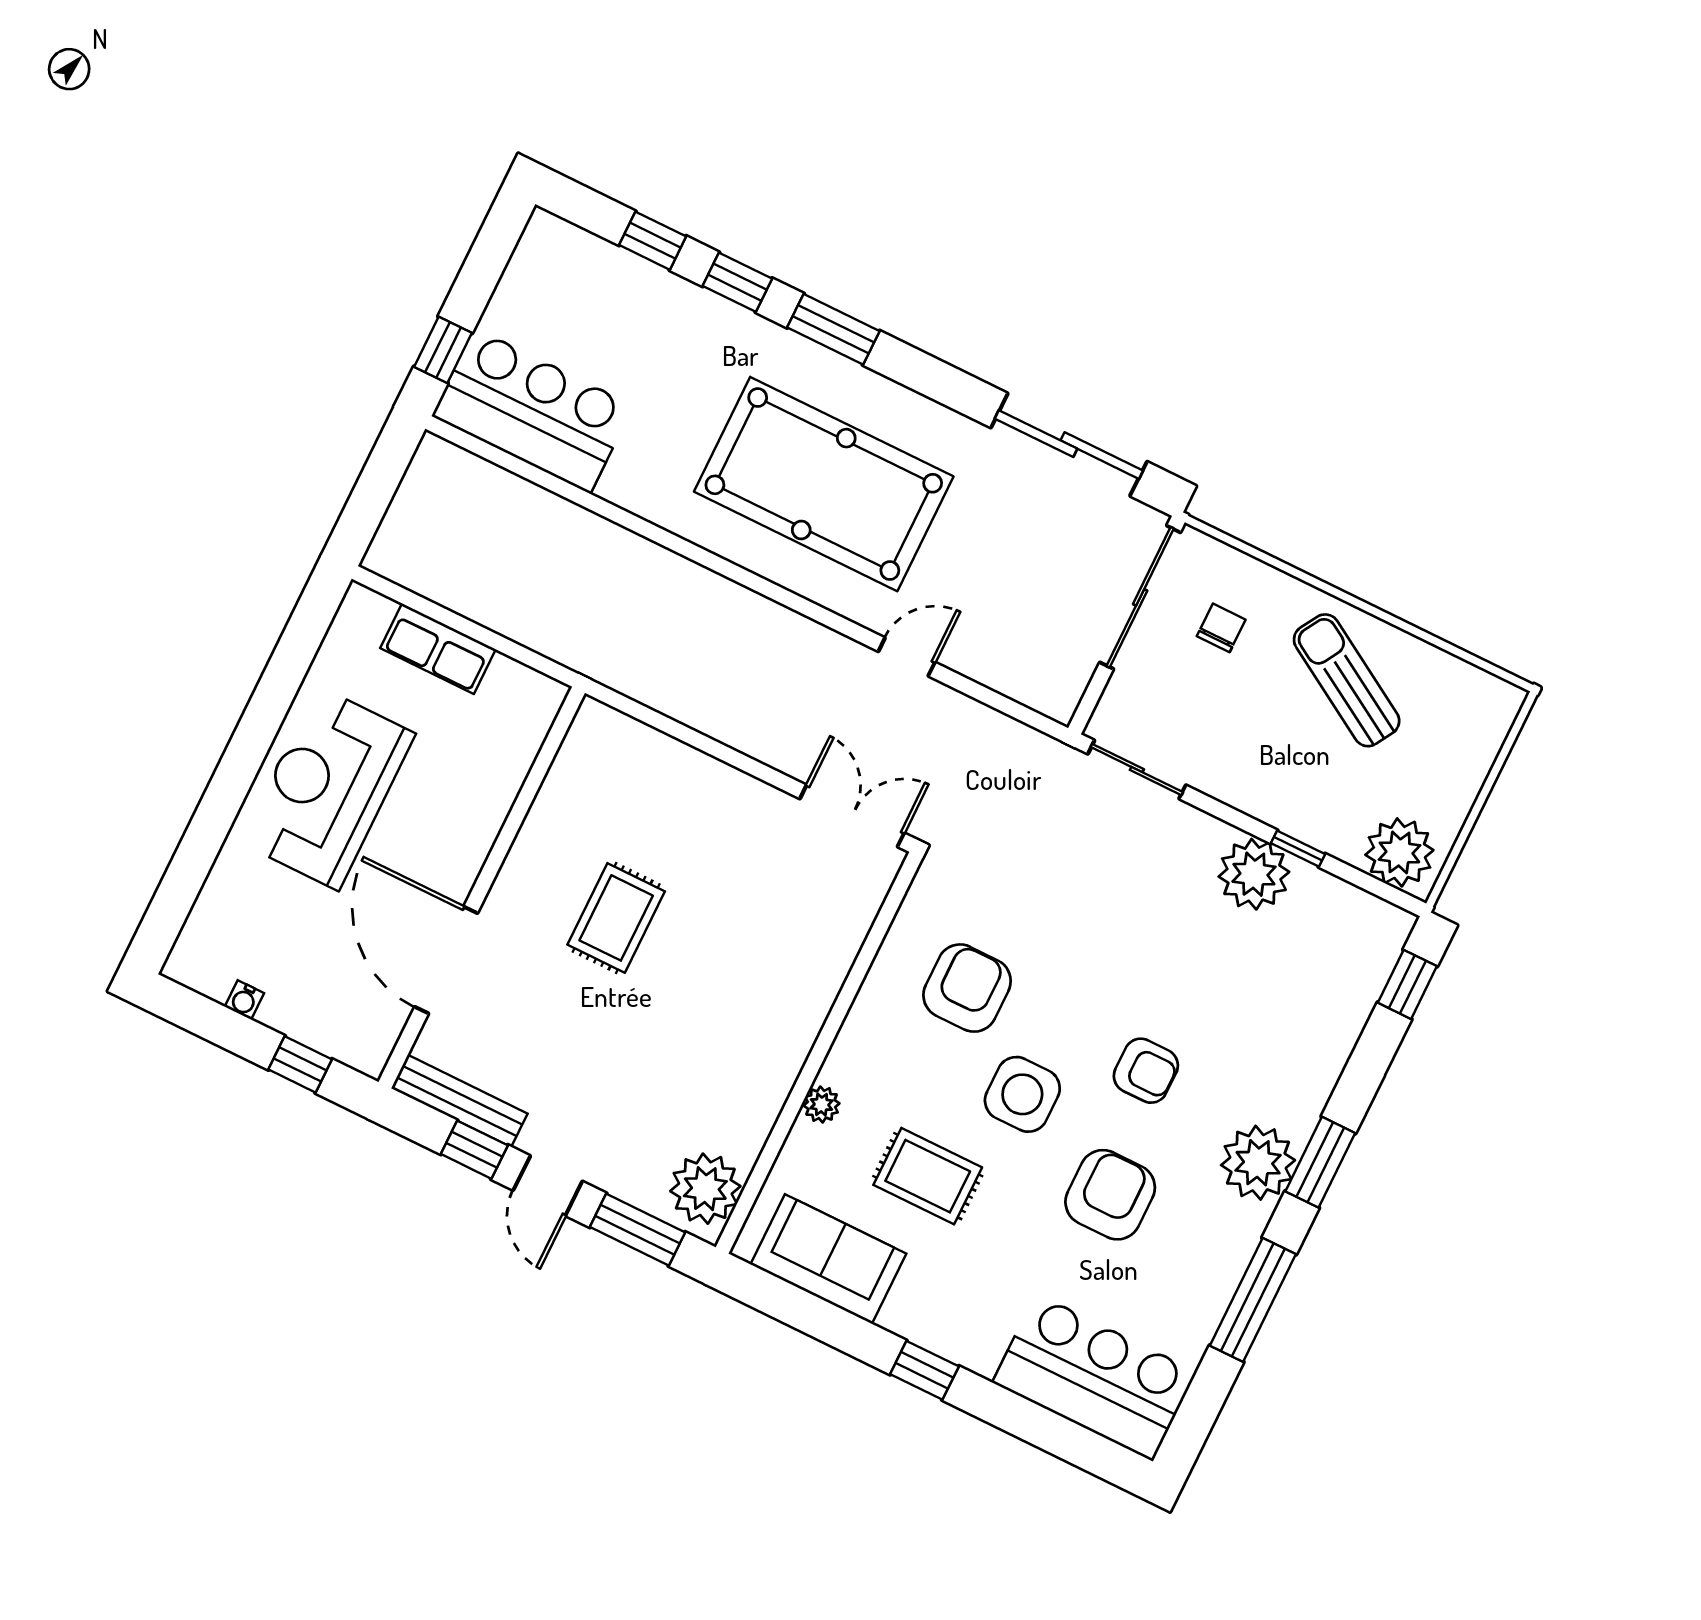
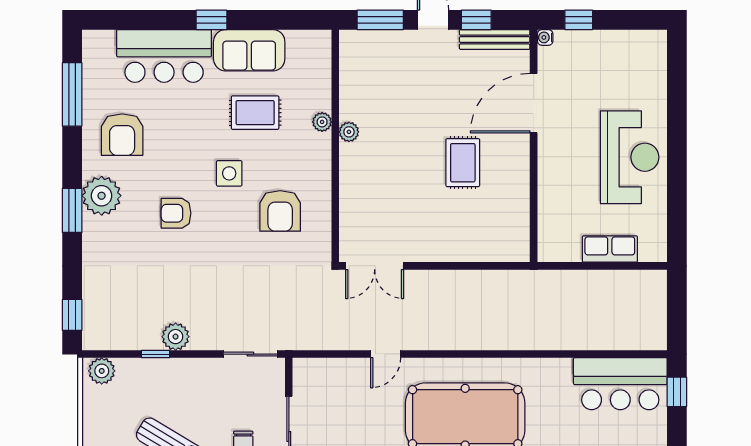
plant: (1399, 852) -> (102, 371), width x0.73, depth x0.73
plant: (1254, 874) -> (176, 337), width x0.73, depth x0.73
door: (446, 960) -> (534, 103), swing flipped
water cooler: (244, 1000) -> (545, 37), moved, turned -90
side table: (1022, 1094) -> (229, 173), width x0.73, depth x0.73
plant: (705, 1189) -> (349, 132), moved, width x0.53, depth x0.53
armchair: (1110, 1195) -> (122, 135), moved
sofa: (828, 1259) -> (249, 50), moved
window: (1253, 1300) -> (72, 94), moved
bar counter: (1094, 1377) -> (164, 56), moved

